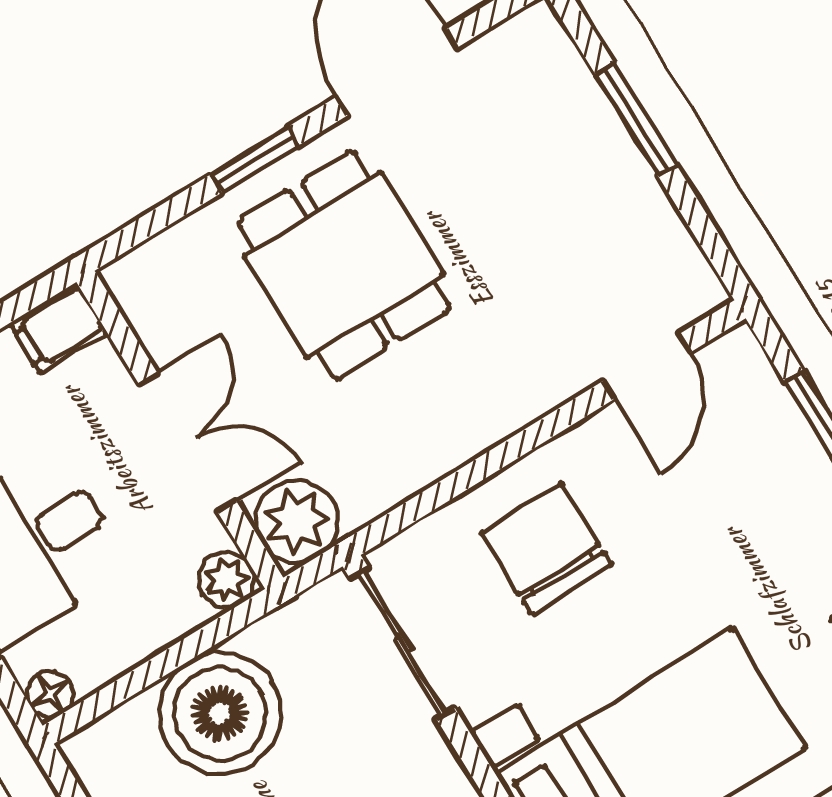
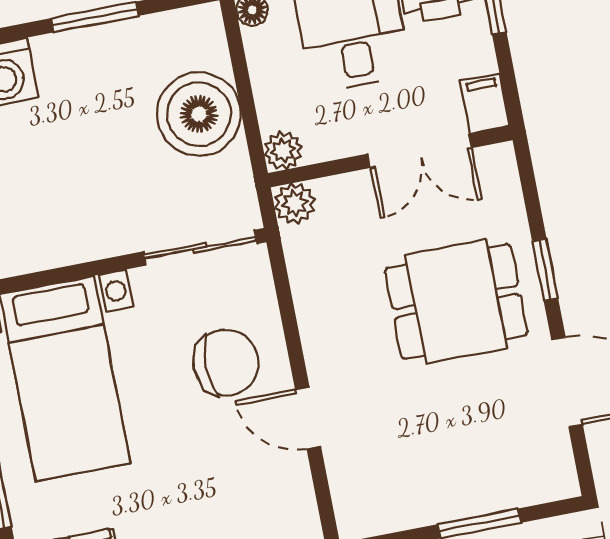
door: (647, 367) -> (308, 418), moved
double door: (188, 443) -> (420, 151), moved
plant: (297, 521) -> (295, 203), width x0.73, depth x0.73

